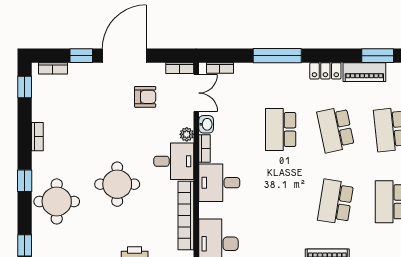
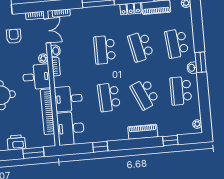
armchair: (145, 97) -> (14, 36), turned -90
desk: (219, 183) -> (68, 99), moved
school desk: (281, 202) -> (109, 97), added
school desk: (336, 202) -> (145, 94), turned -33

